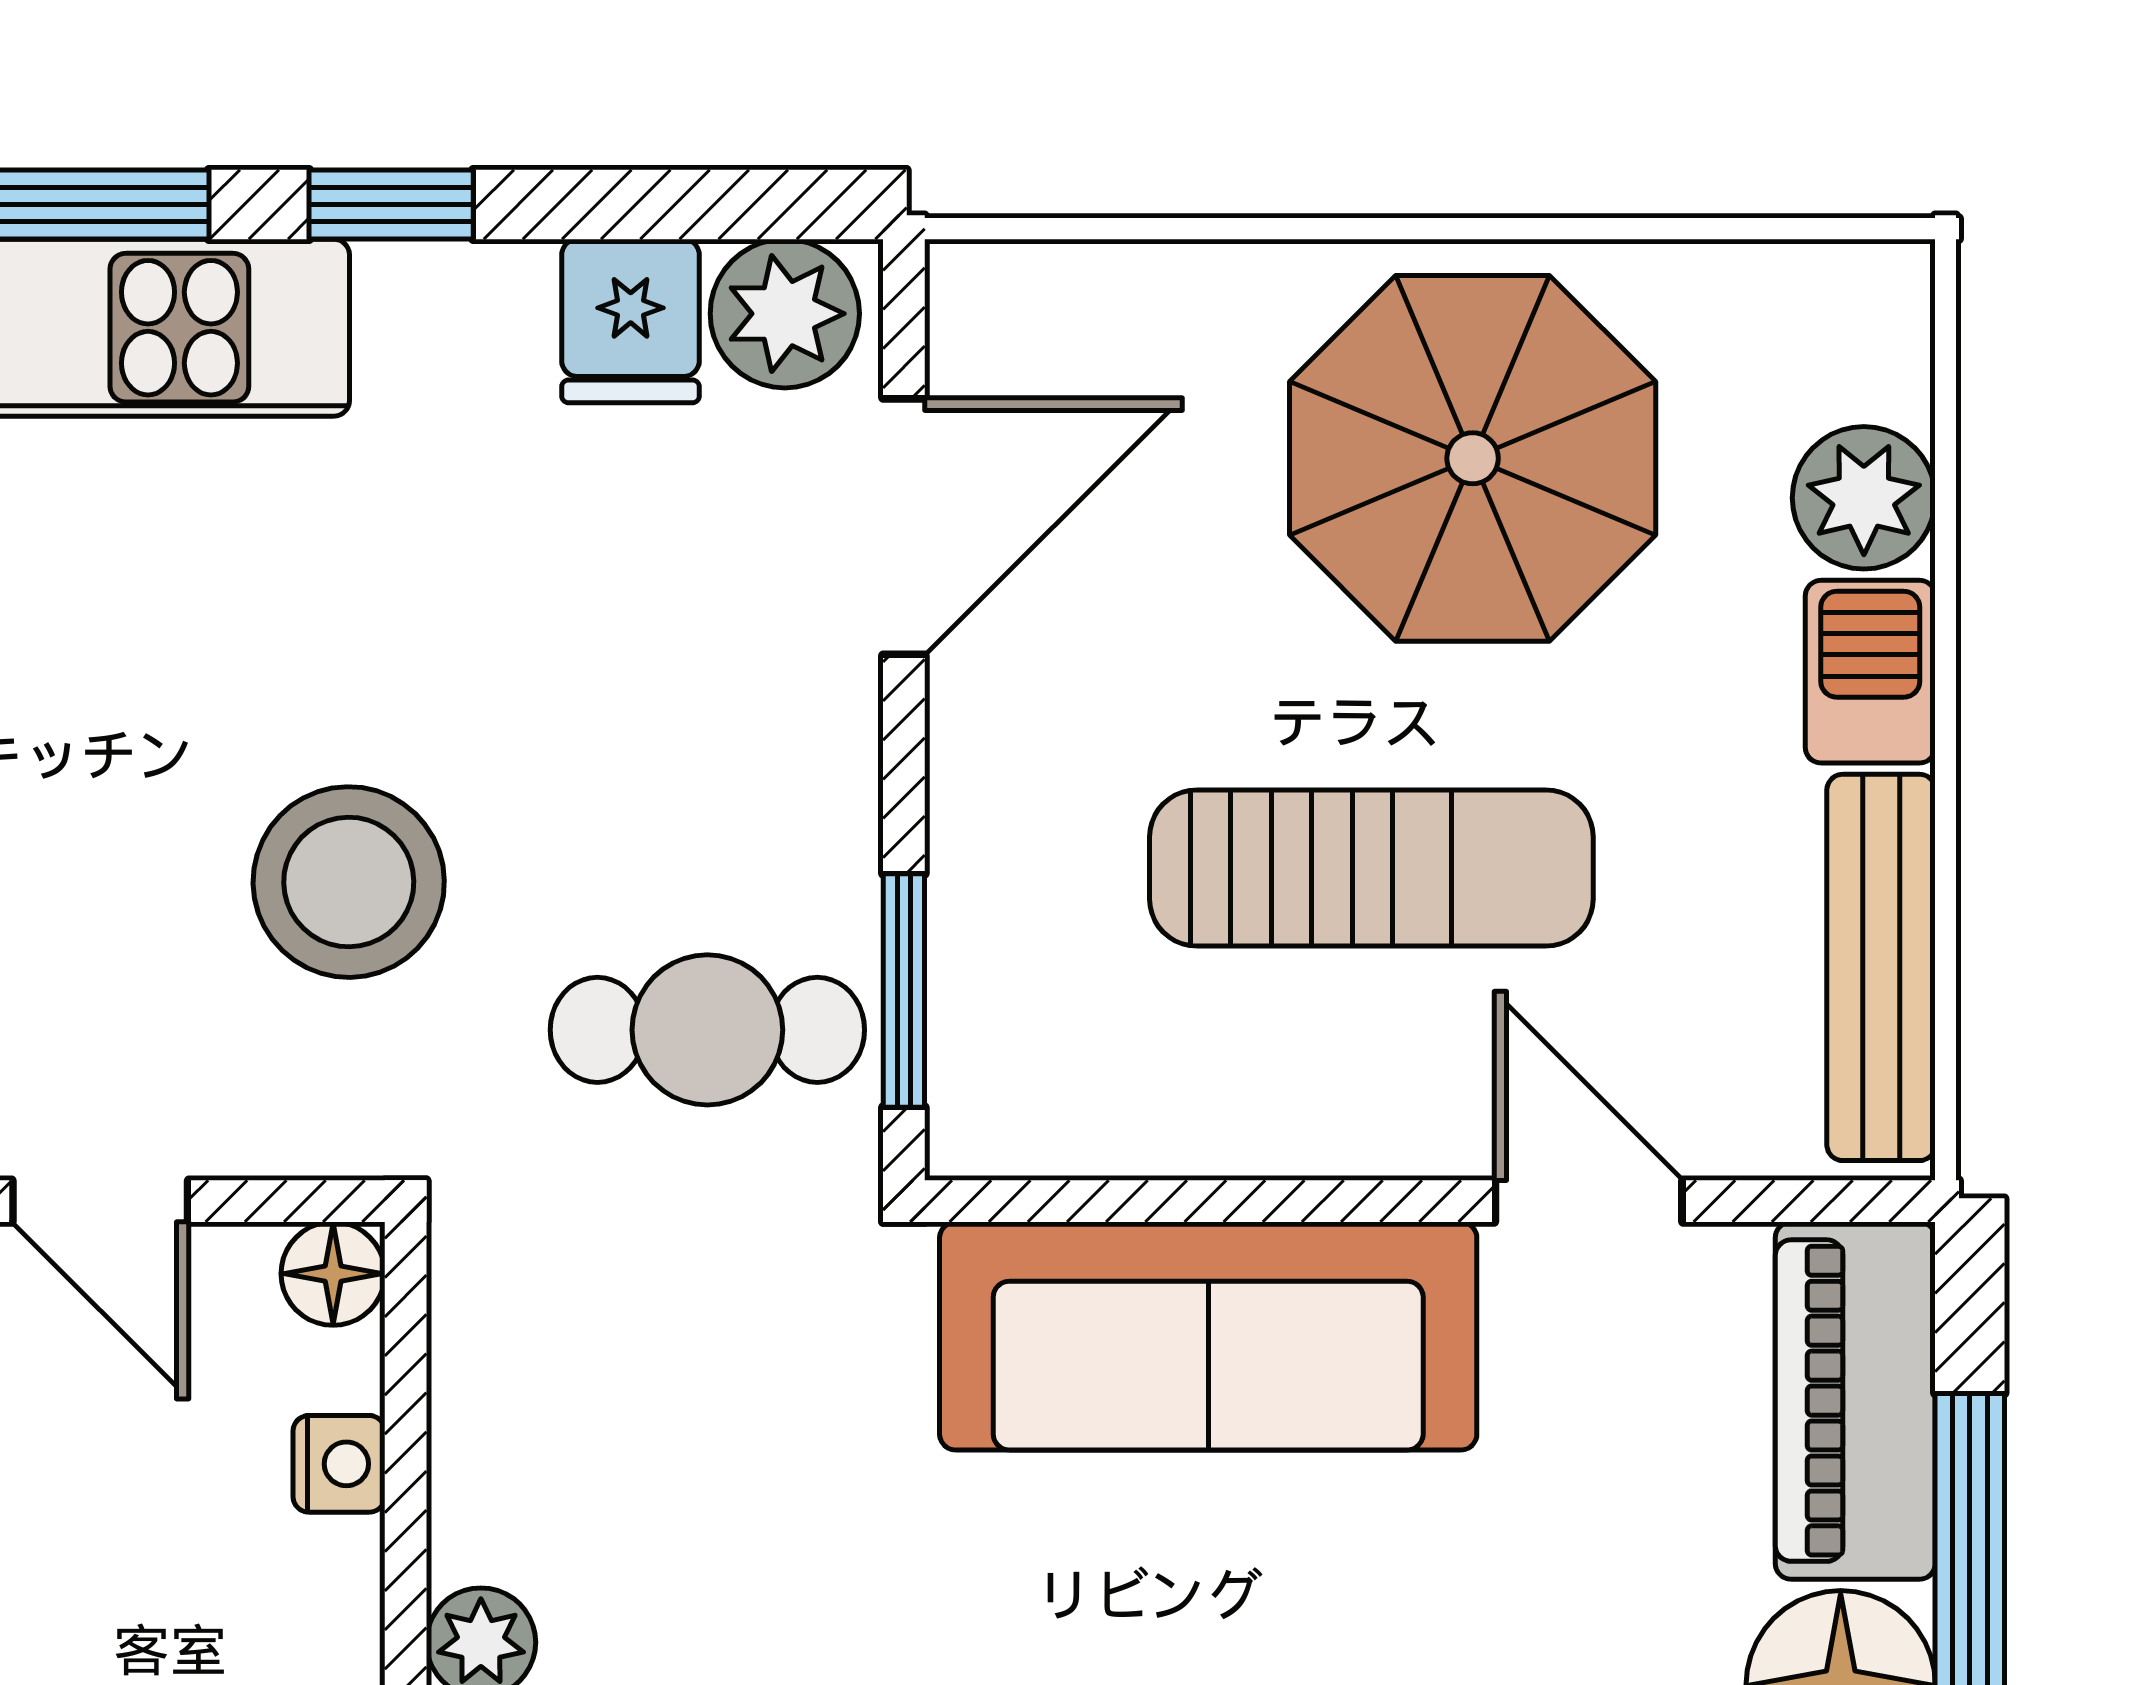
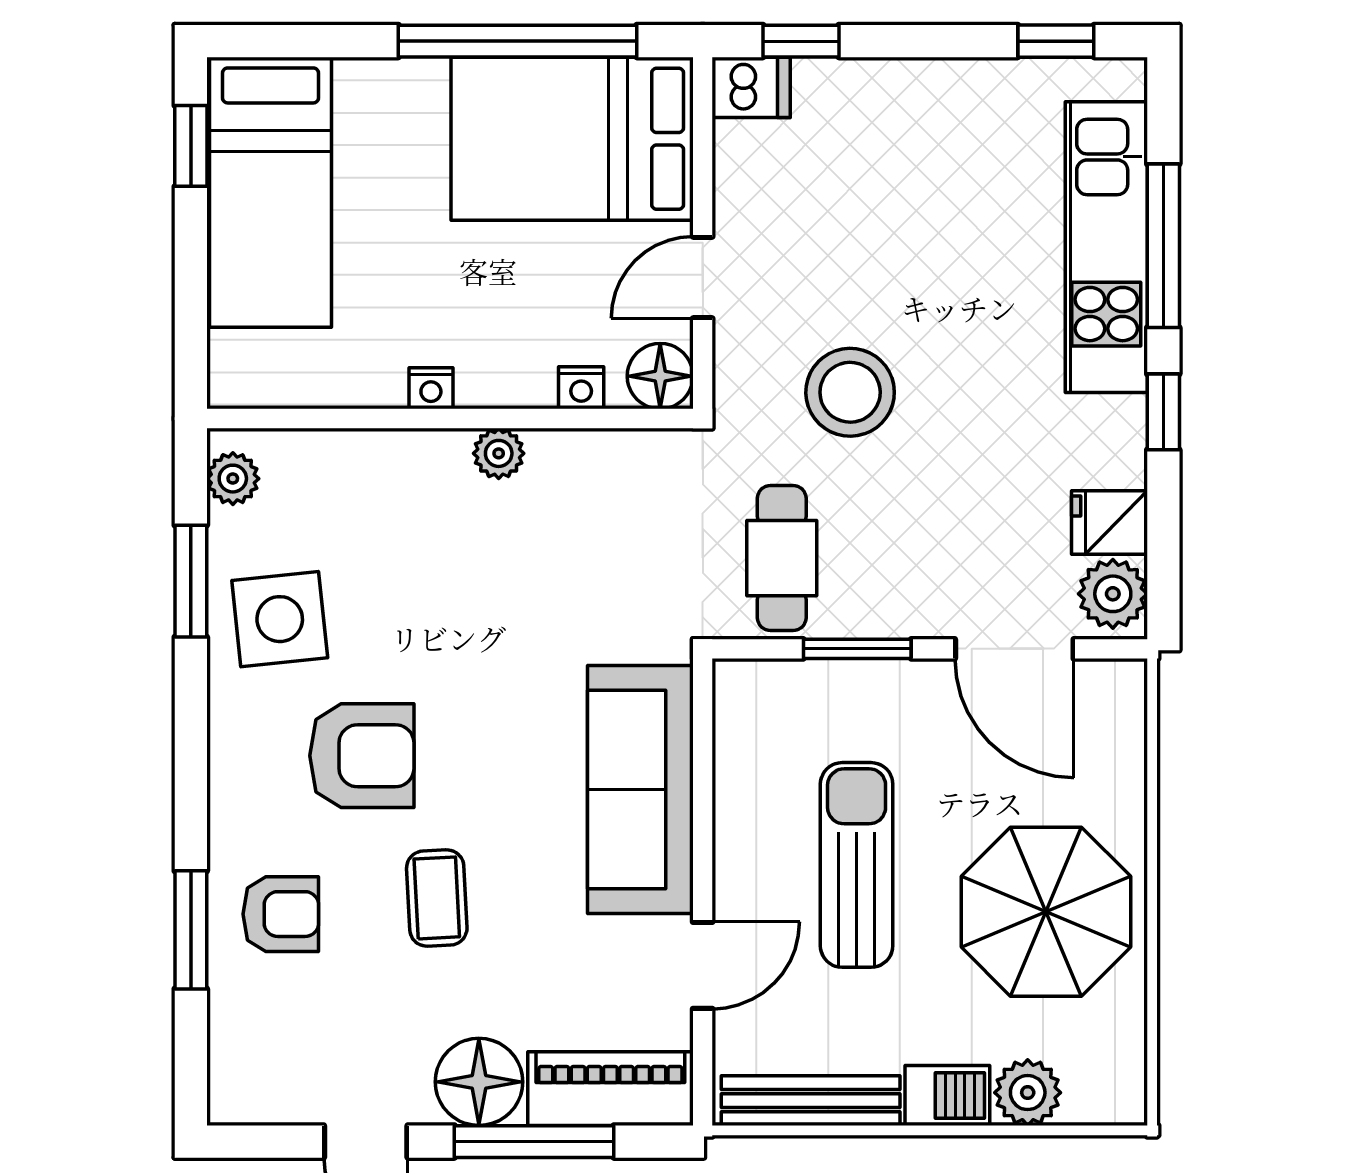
sun lounger: (1371, 868) -> (857, 865), turned 180
window: (904, 990) -> (857, 649), moved
floor lamp: (333, 1274) -> (660, 376), width x1.37, depth x1.37

